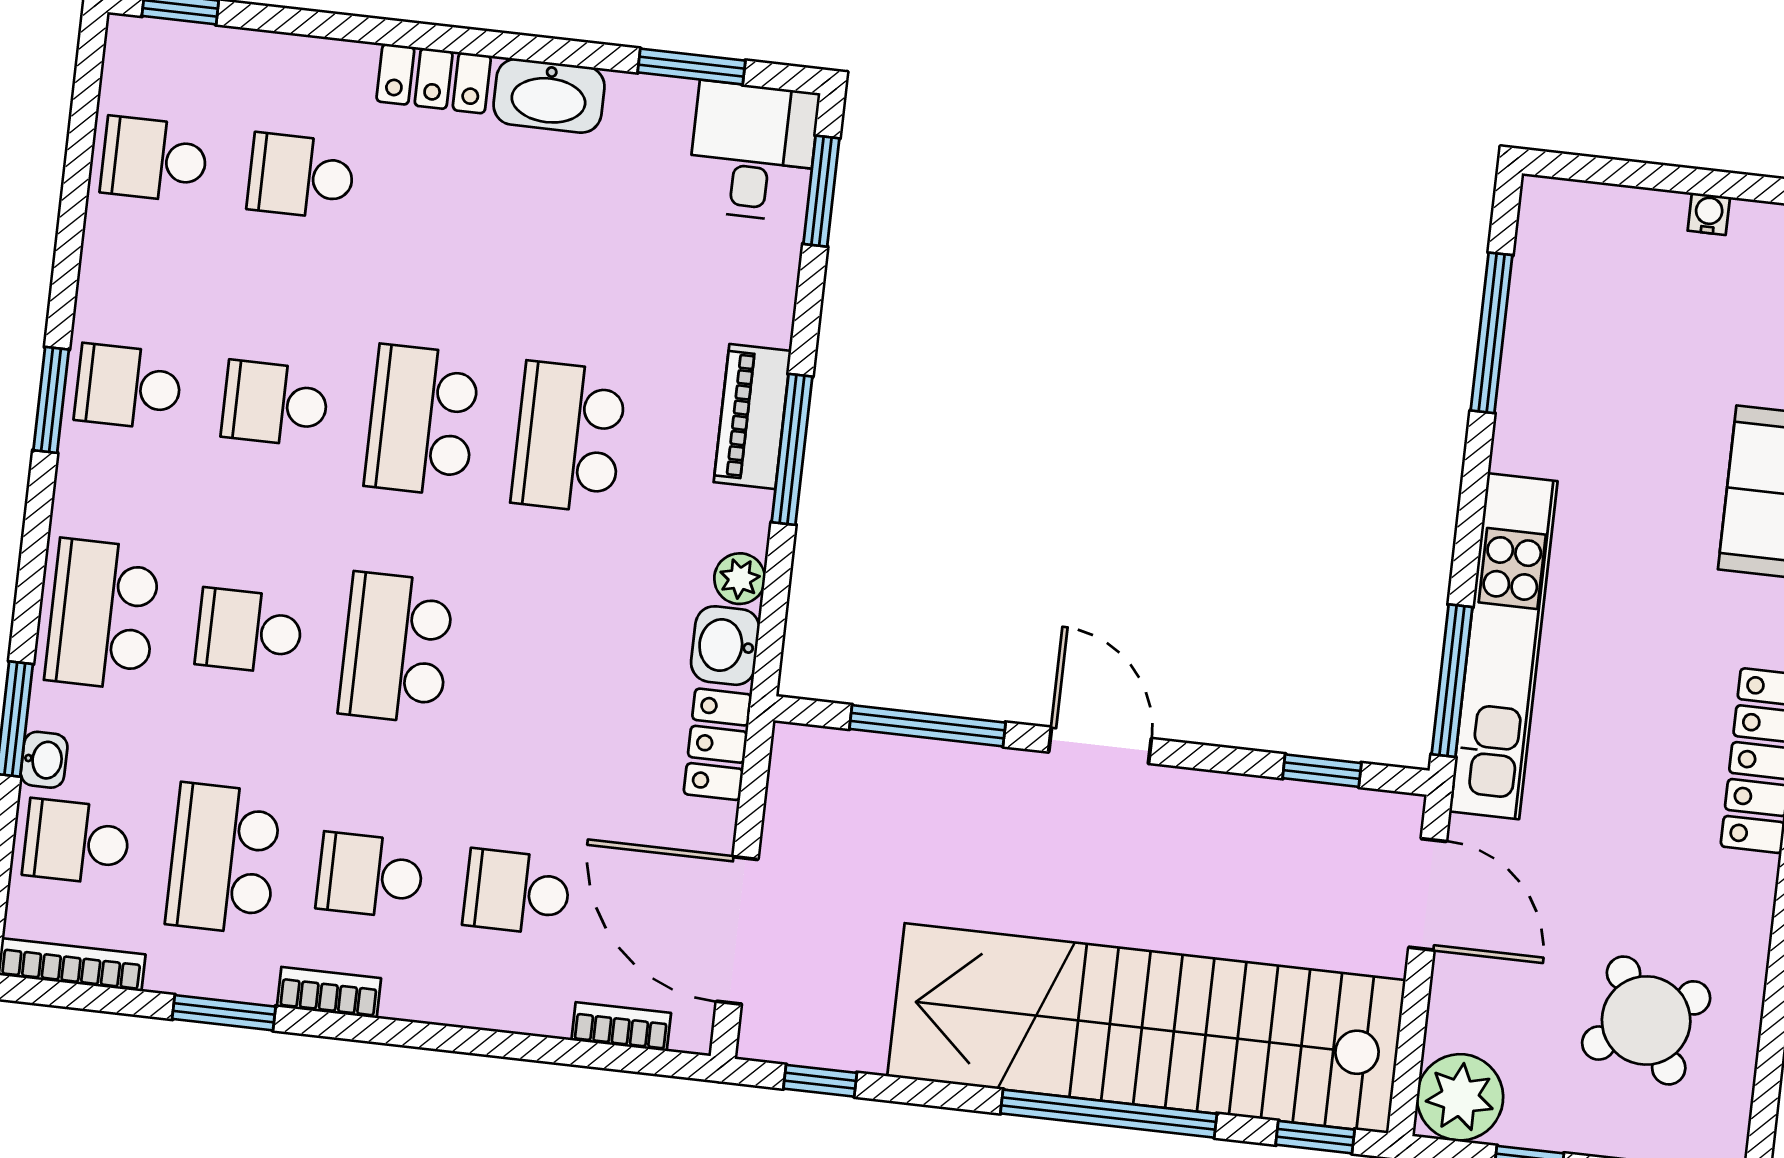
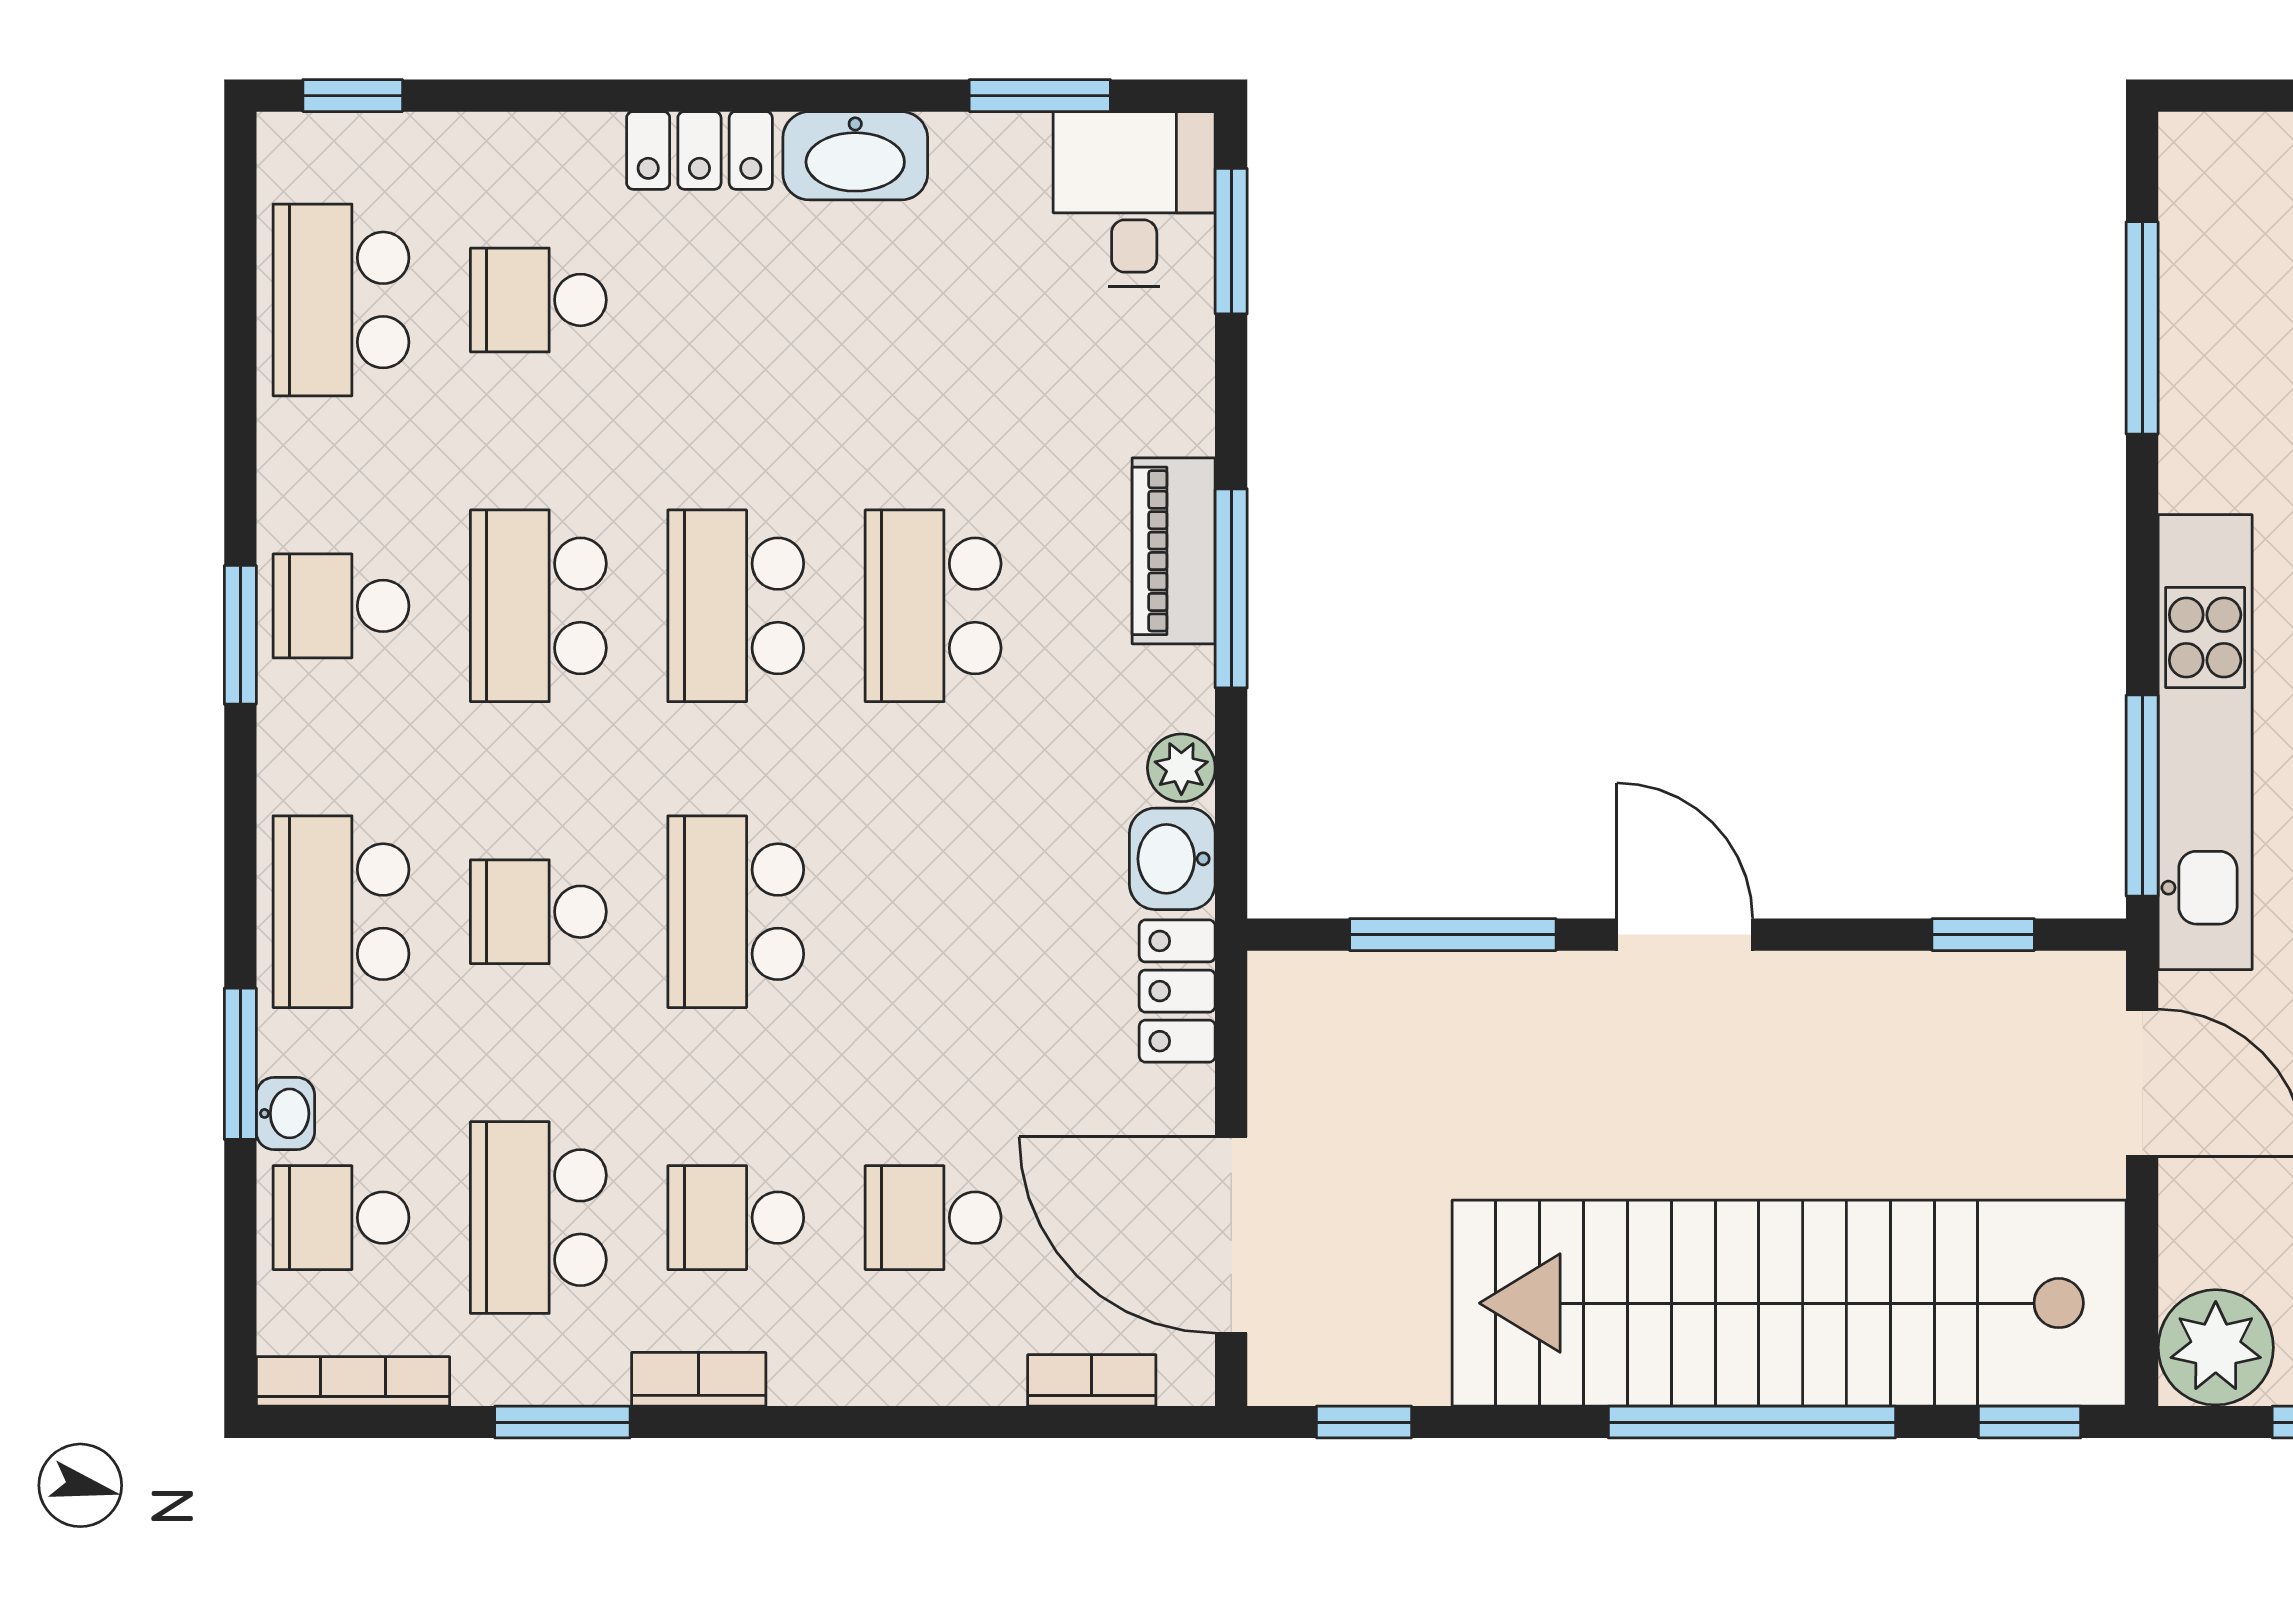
school desk: (154, 159) -> (341, 300), width x1.85
school desk: (275, 404) -> (538, 606), width x1.85

